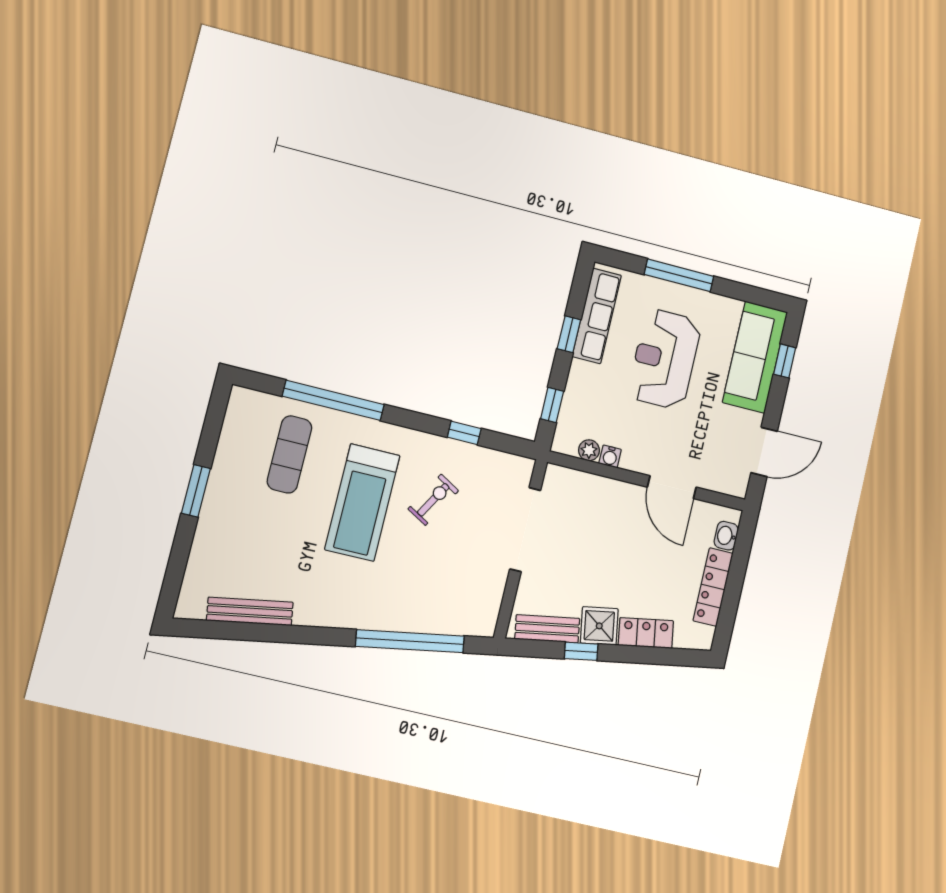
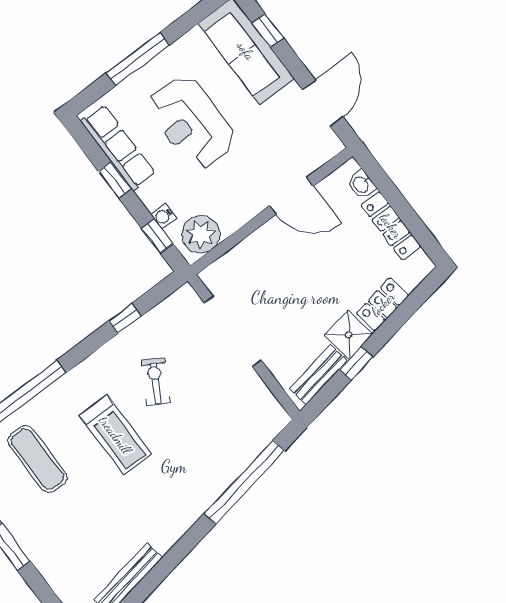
plant: (589, 450) -> (201, 234), width x1.88, depth x1.88
water cooler: (610, 456) -> (163, 216), moved, turned 90
treadmill: (362, 502) -> (115, 435), width x0.73, depth x0.73

